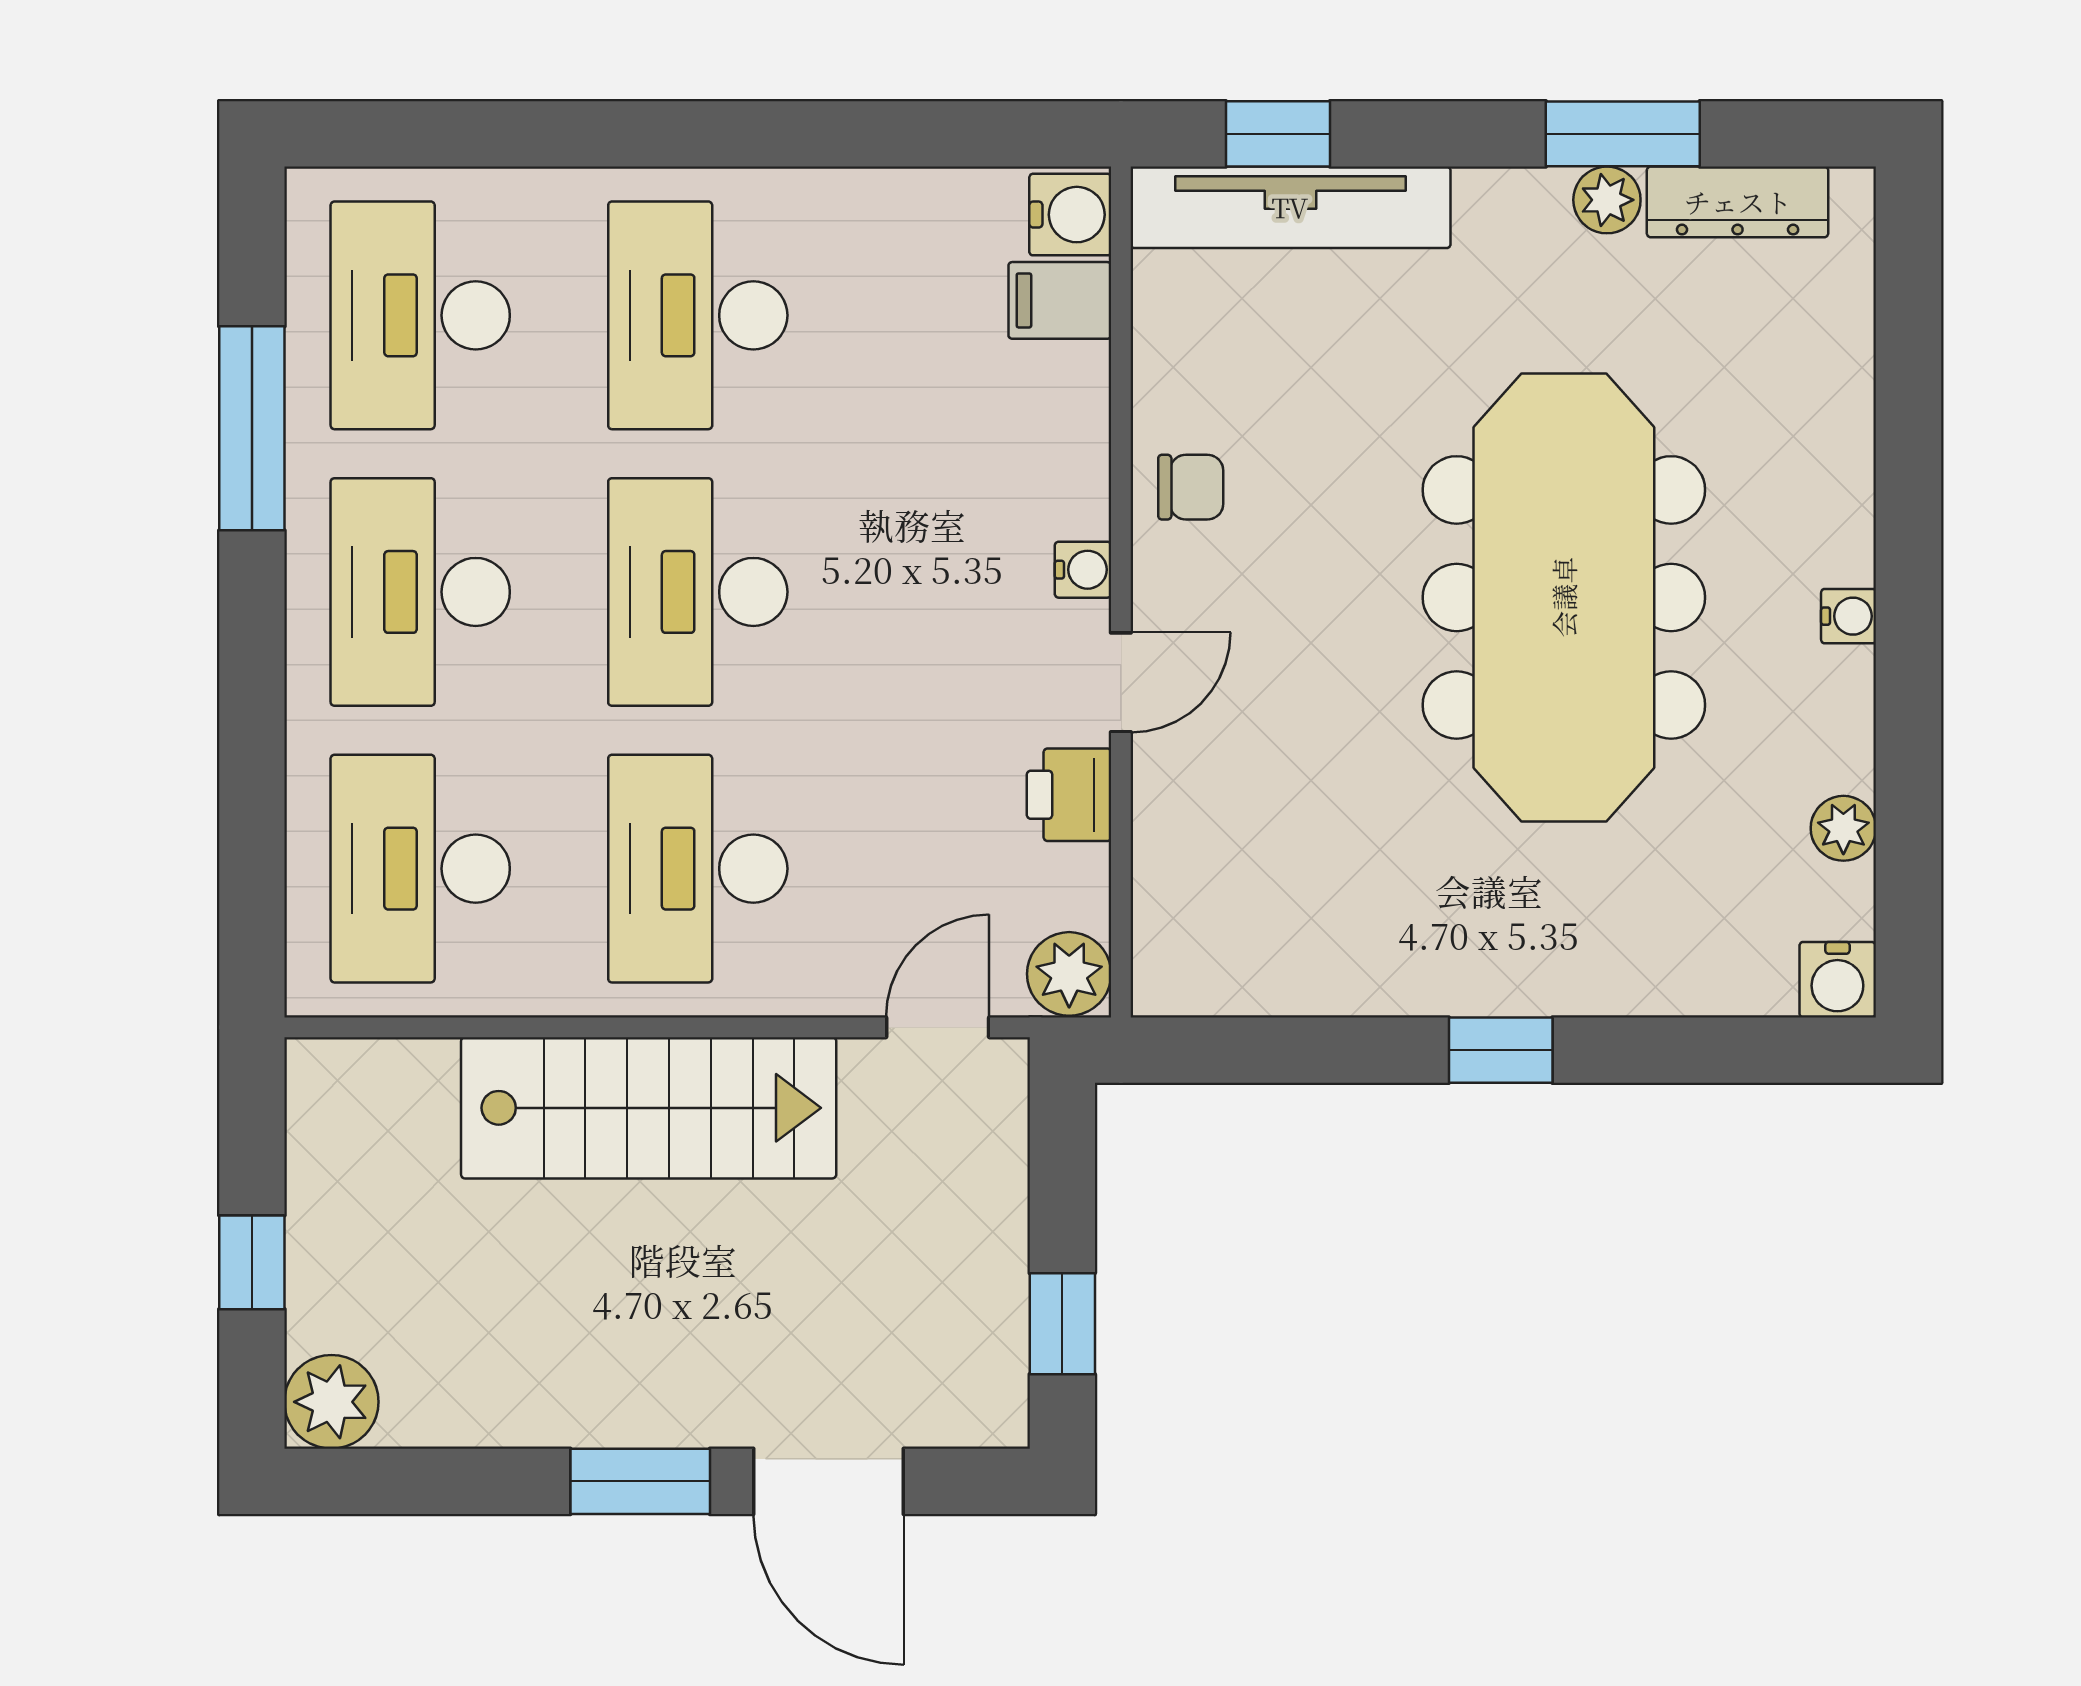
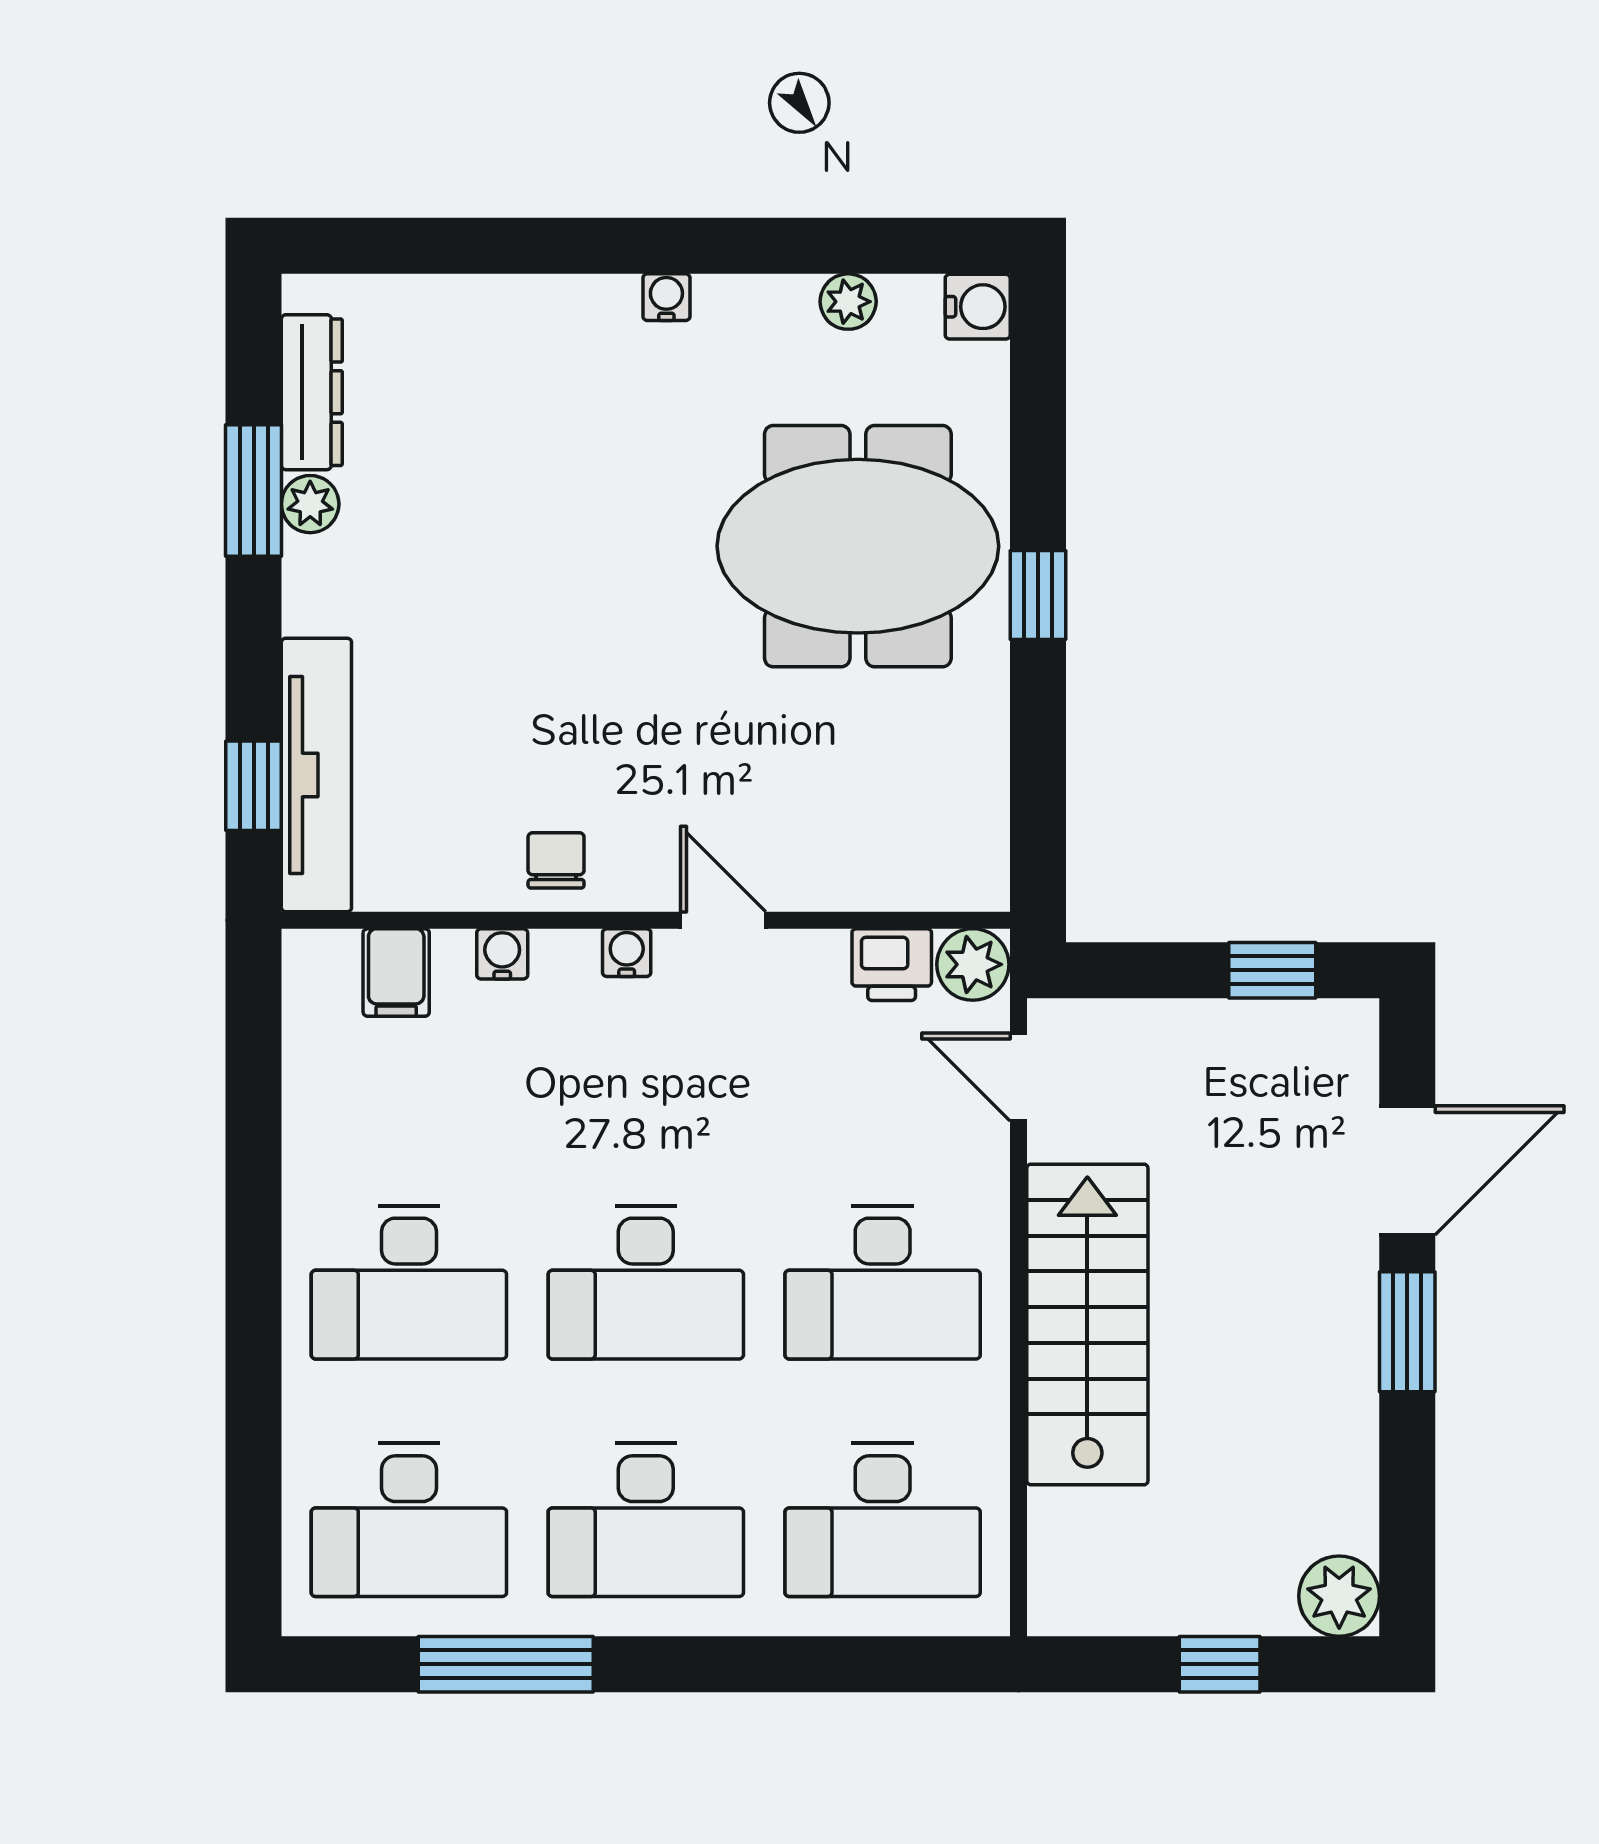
water cooler: (1070, 215) -> (502, 954), moved, width x0.72, depth x0.72
meeting table: (1564, 597) -> (858, 546), moved, width x0.73
printer: (1069, 795) -> (892, 965), moved

